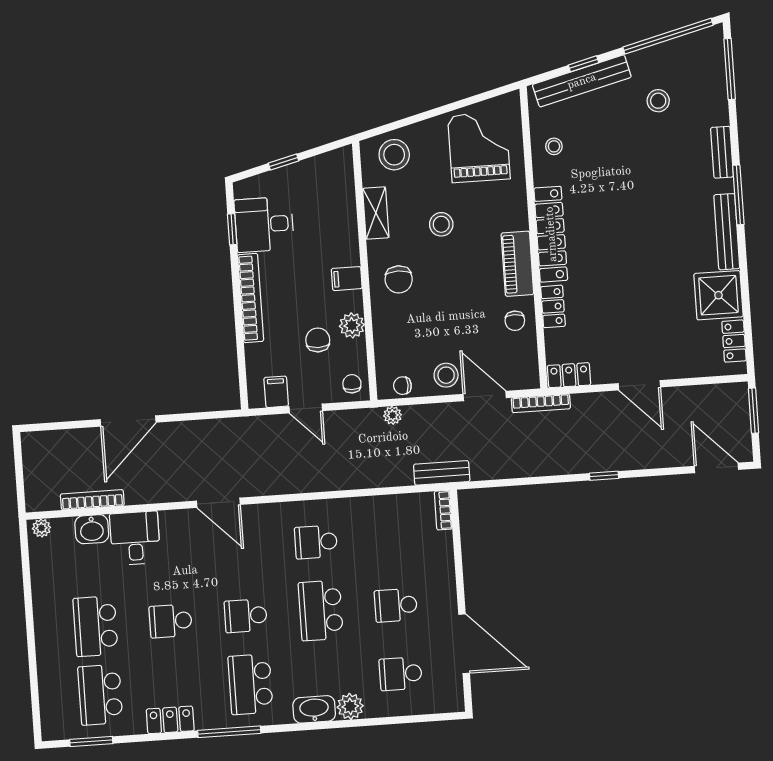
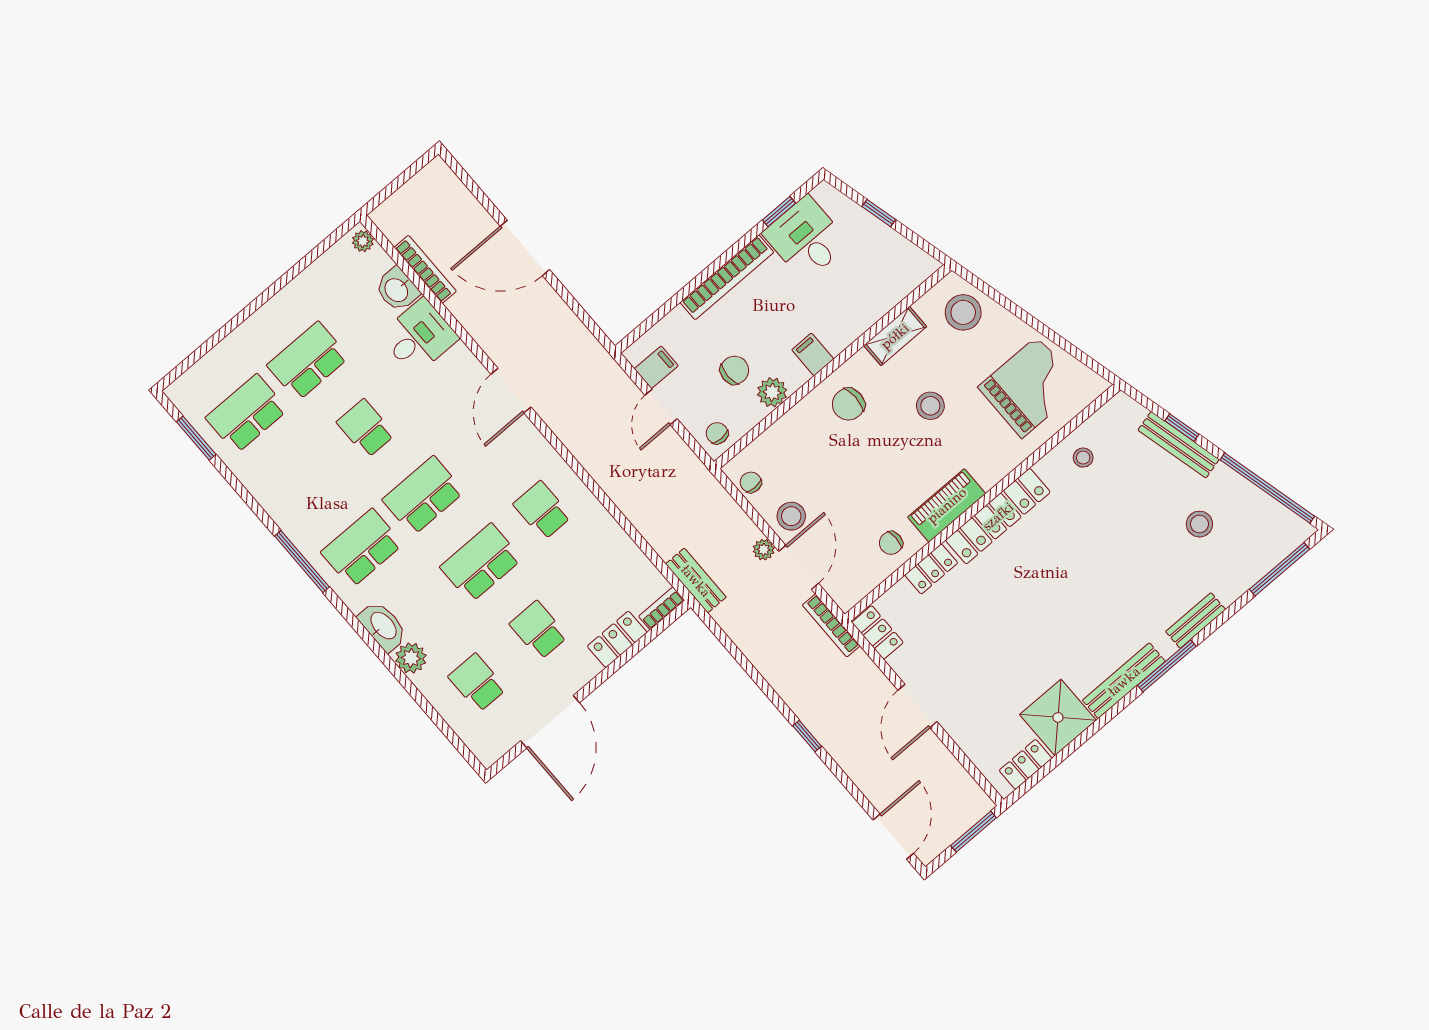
bench: (582, 81) -> (1179, 445), width x0.73, depth x0.82
chair: (352, 384) -> (717, 433), turned -90
plant: (393, 415) -> (764, 550), moved
school desk: (246, 616) -> (423, 496), width x1.85
locker: (170, 720) -> (617, 639), moved, turned -90

